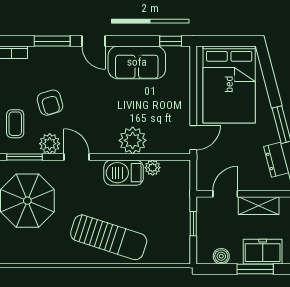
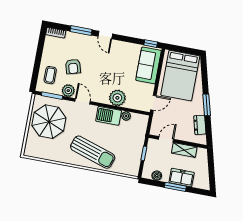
sofa: (137, 62) -> (149, 65), moved, turned 90

